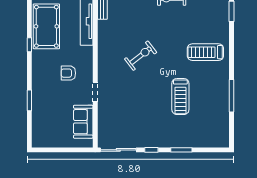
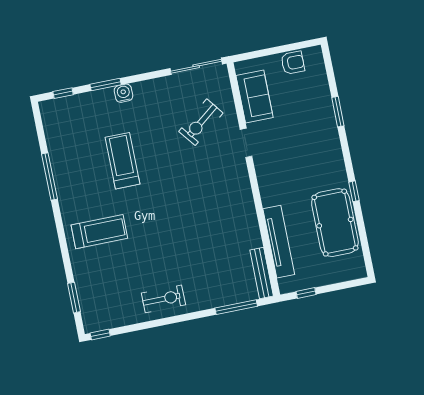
exercise bike: (141, 56) -> (201, 122), moved
armchair: (68, 73) -> (293, 63), moved
water cooler: (171, 142) -> (123, 93), added
window: (151, 150) -> (63, 93), moved

